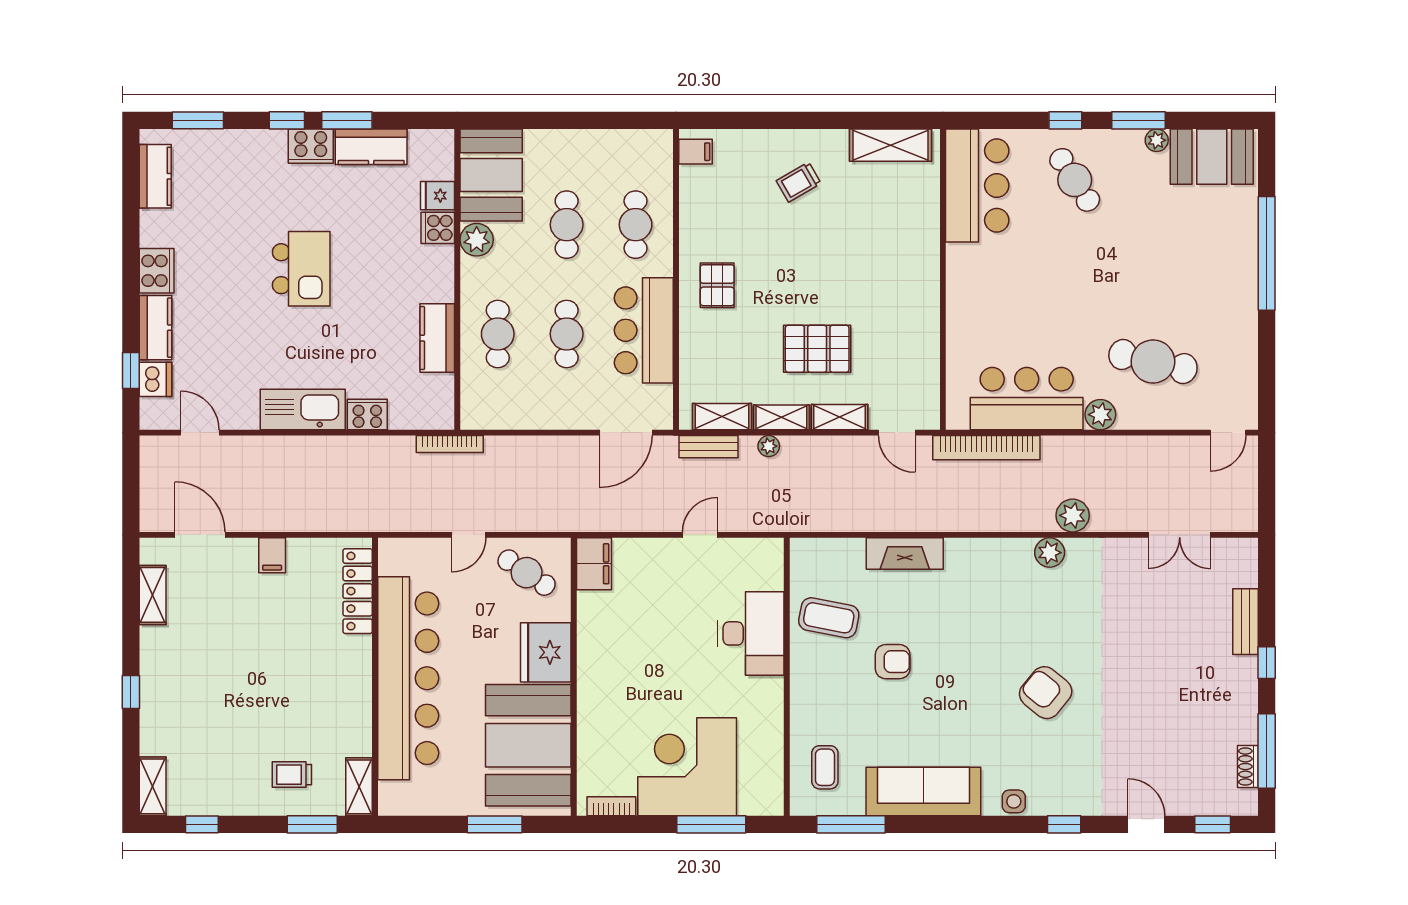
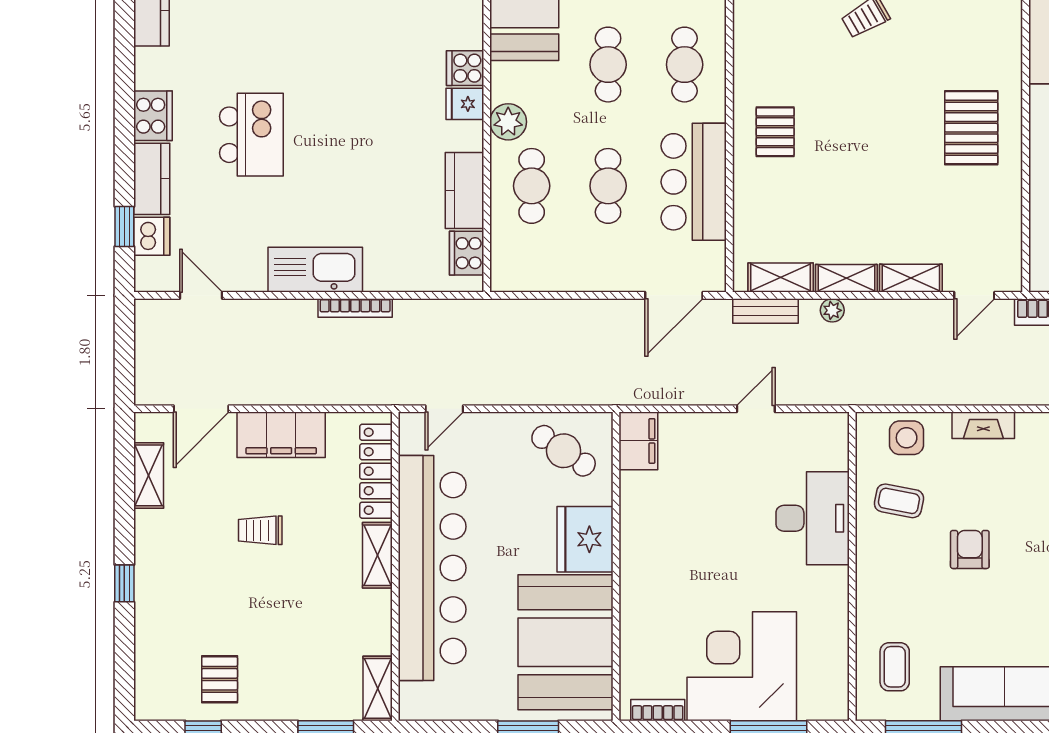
fridge: (438, 196) -> (465, 104), moved
plant: (477, 240) -> (508, 122), moved
kitchen island: (301, 269) -> (251, 135), moved
pallet: (817, 349) -> (971, 128), moved, turned 90
cooker: (367, 414) -> (467, 253), moved, turned -90
door: (897, 433) -> (974, 295), hinge flipped
bookcase: (450, 444) -> (355, 308), moved
door: (200, 535) -> (201, 409), swing flipped
door: (469, 535) -> (444, 409), moved
fireplace: (905, 553) -> (983, 425), width x0.73, depth x0.76
filing cabinet: (272, 555) -> (281, 435), width x3.00, depth x1.17
side table: (836, 561) -> (907, 438), added
coffee table: (829, 618) -> (899, 501), width x0.73, depth x0.77
armchair: (893, 662) -> (970, 549), turned -90
trolley: (292, 775) -> (260, 530), moved
pallet: (217, 779) -> (220, 679), added
shelving: (153, 786) -> (377, 555), moved

